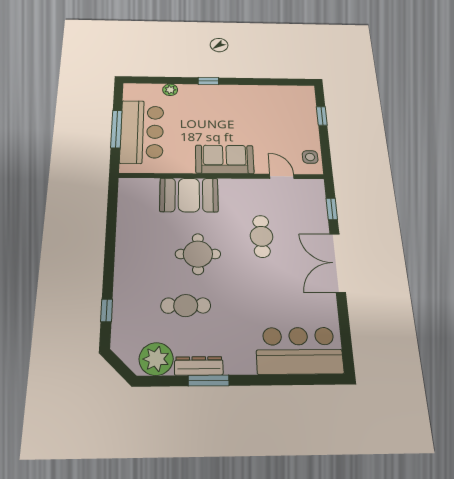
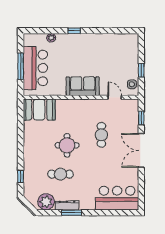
window: (322, 116) -> (141, 70), moved
booth: (189, 195) -> (39, 110), moved

